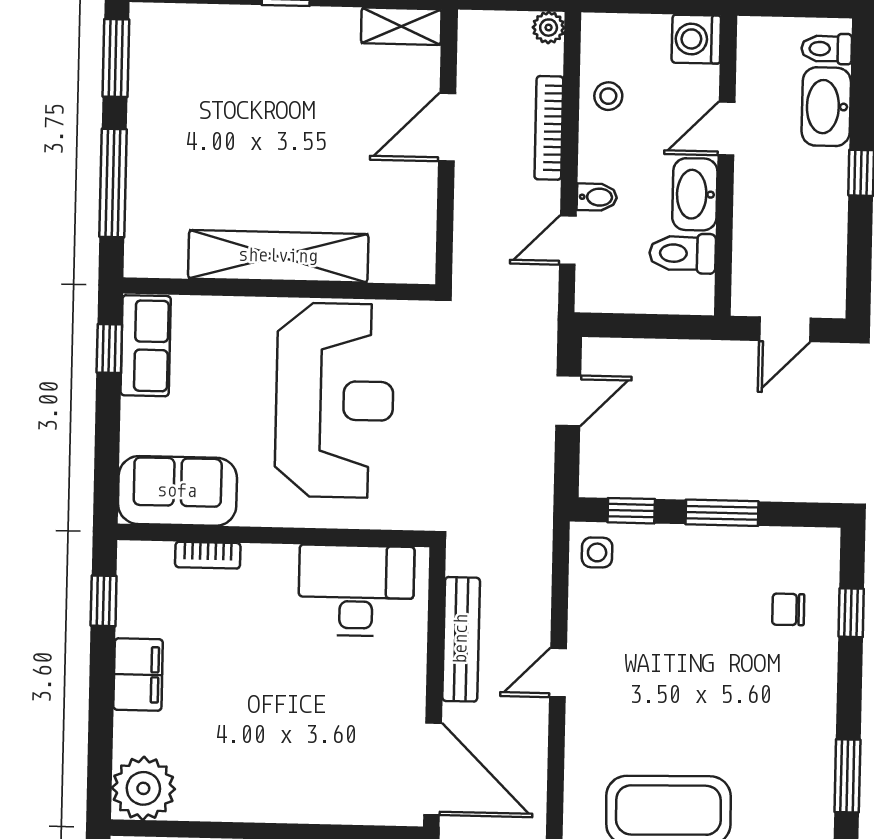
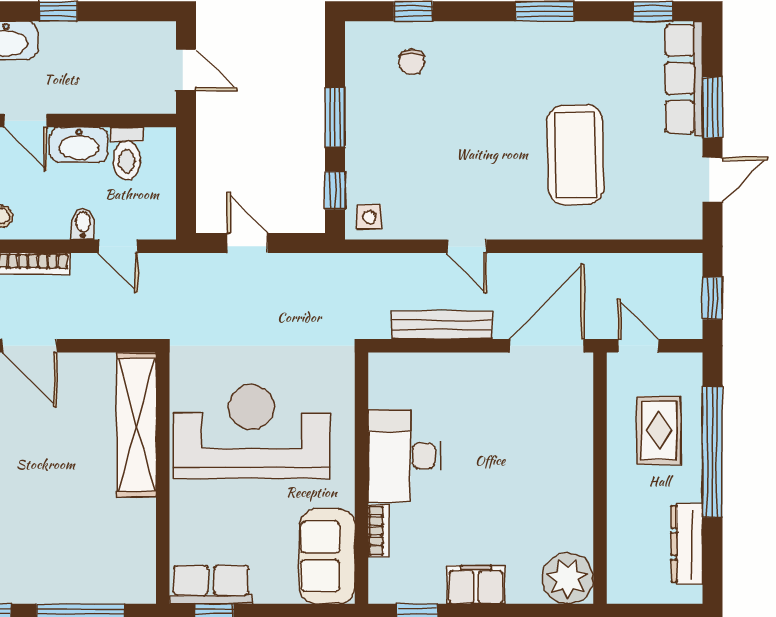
shelving: (278, 256) -> (137, 425), moved
desk: (356, 591) -> (404, 456), moved

